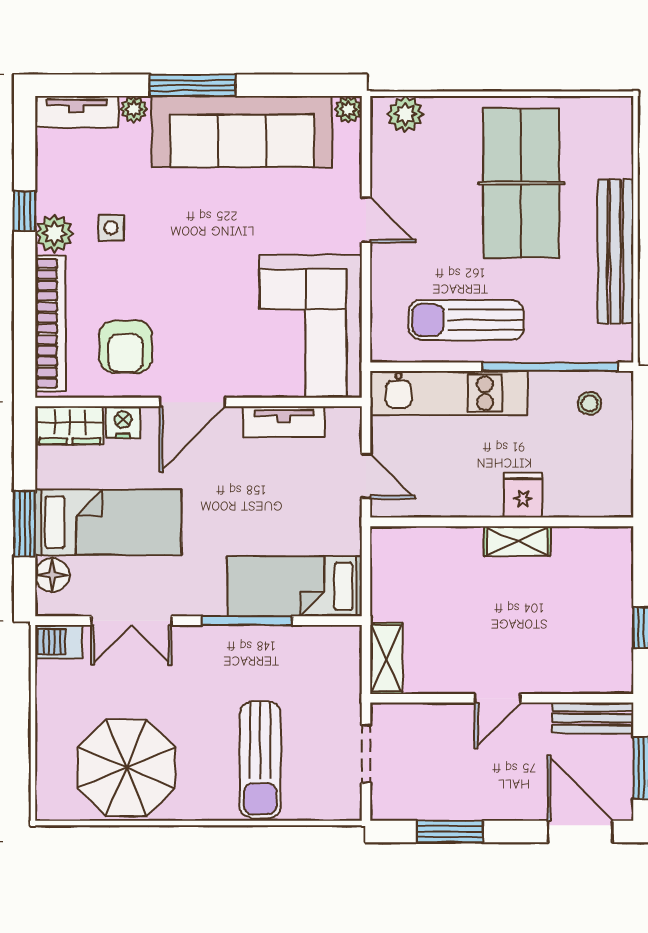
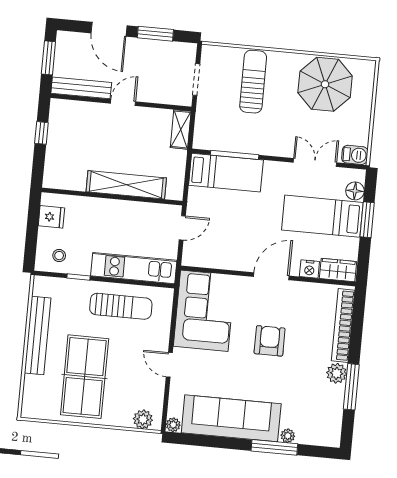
window: (193, 85) -> (274, 447), moved
tv unit: (77, 112) -> (319, 437), removed
window: (25, 211) -> (351, 387), width x2.17
side table: (111, 228) -> (306, 374), removed
armchair: (126, 347) -> (270, 341), moved
window: (550, 367) -> (78, 277), width x0.32
tv unit: (284, 422) -> (223, 261), removed
door: (366, 476) -> (182, 228), swing flipped
fridge: (523, 495) -> (51, 217), moved, turned -90
shelving: (517, 541) -> (126, 185), width x2.20, depth x1.33
window: (247, 621) -> (235, 155), moved
bench: (593, 718) -> (81, 88), width x1.36
door: (580, 832) -> (109, 29), moved

